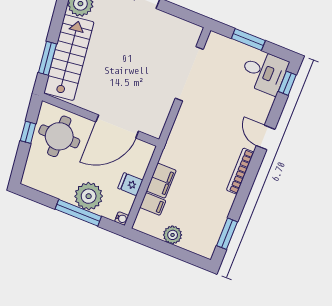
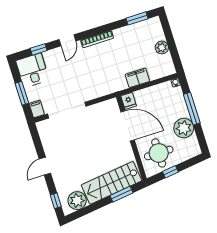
window: (287, 83) -> (39, 49), moved
fridge: (130, 184) -> (129, 101), moved
plant: (89, 196) -> (184, 128), moved
filing cabinet: (153, 204) -> (37, 109), moved

